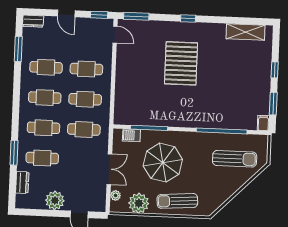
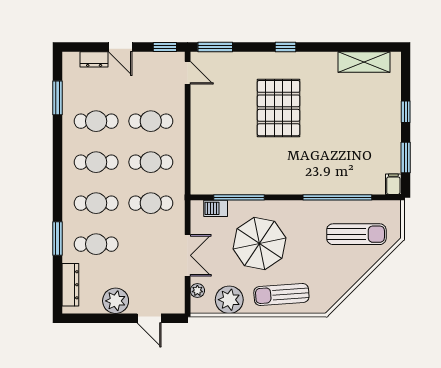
dresser: (33, 21) -> (94, 59), moved
dresser: (22, 182) -> (70, 285), width x1.44

